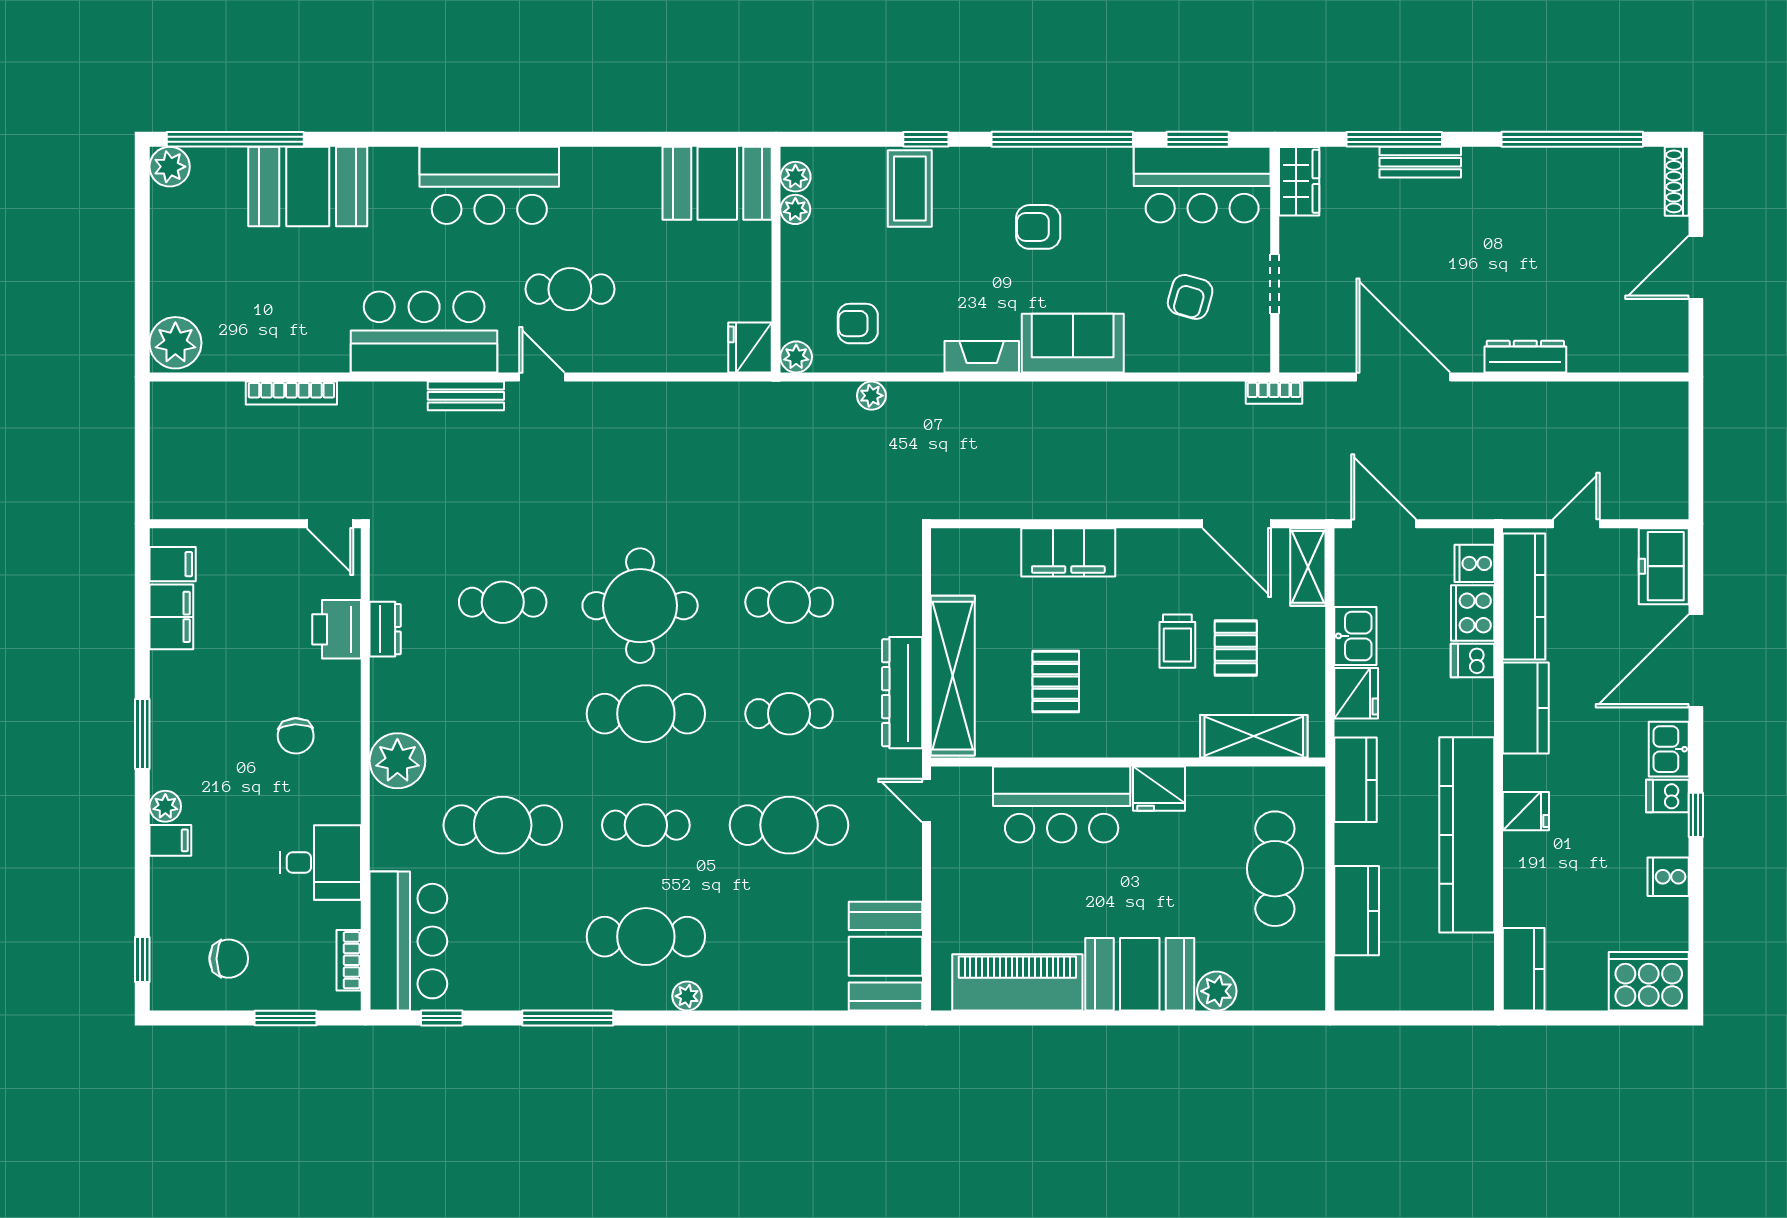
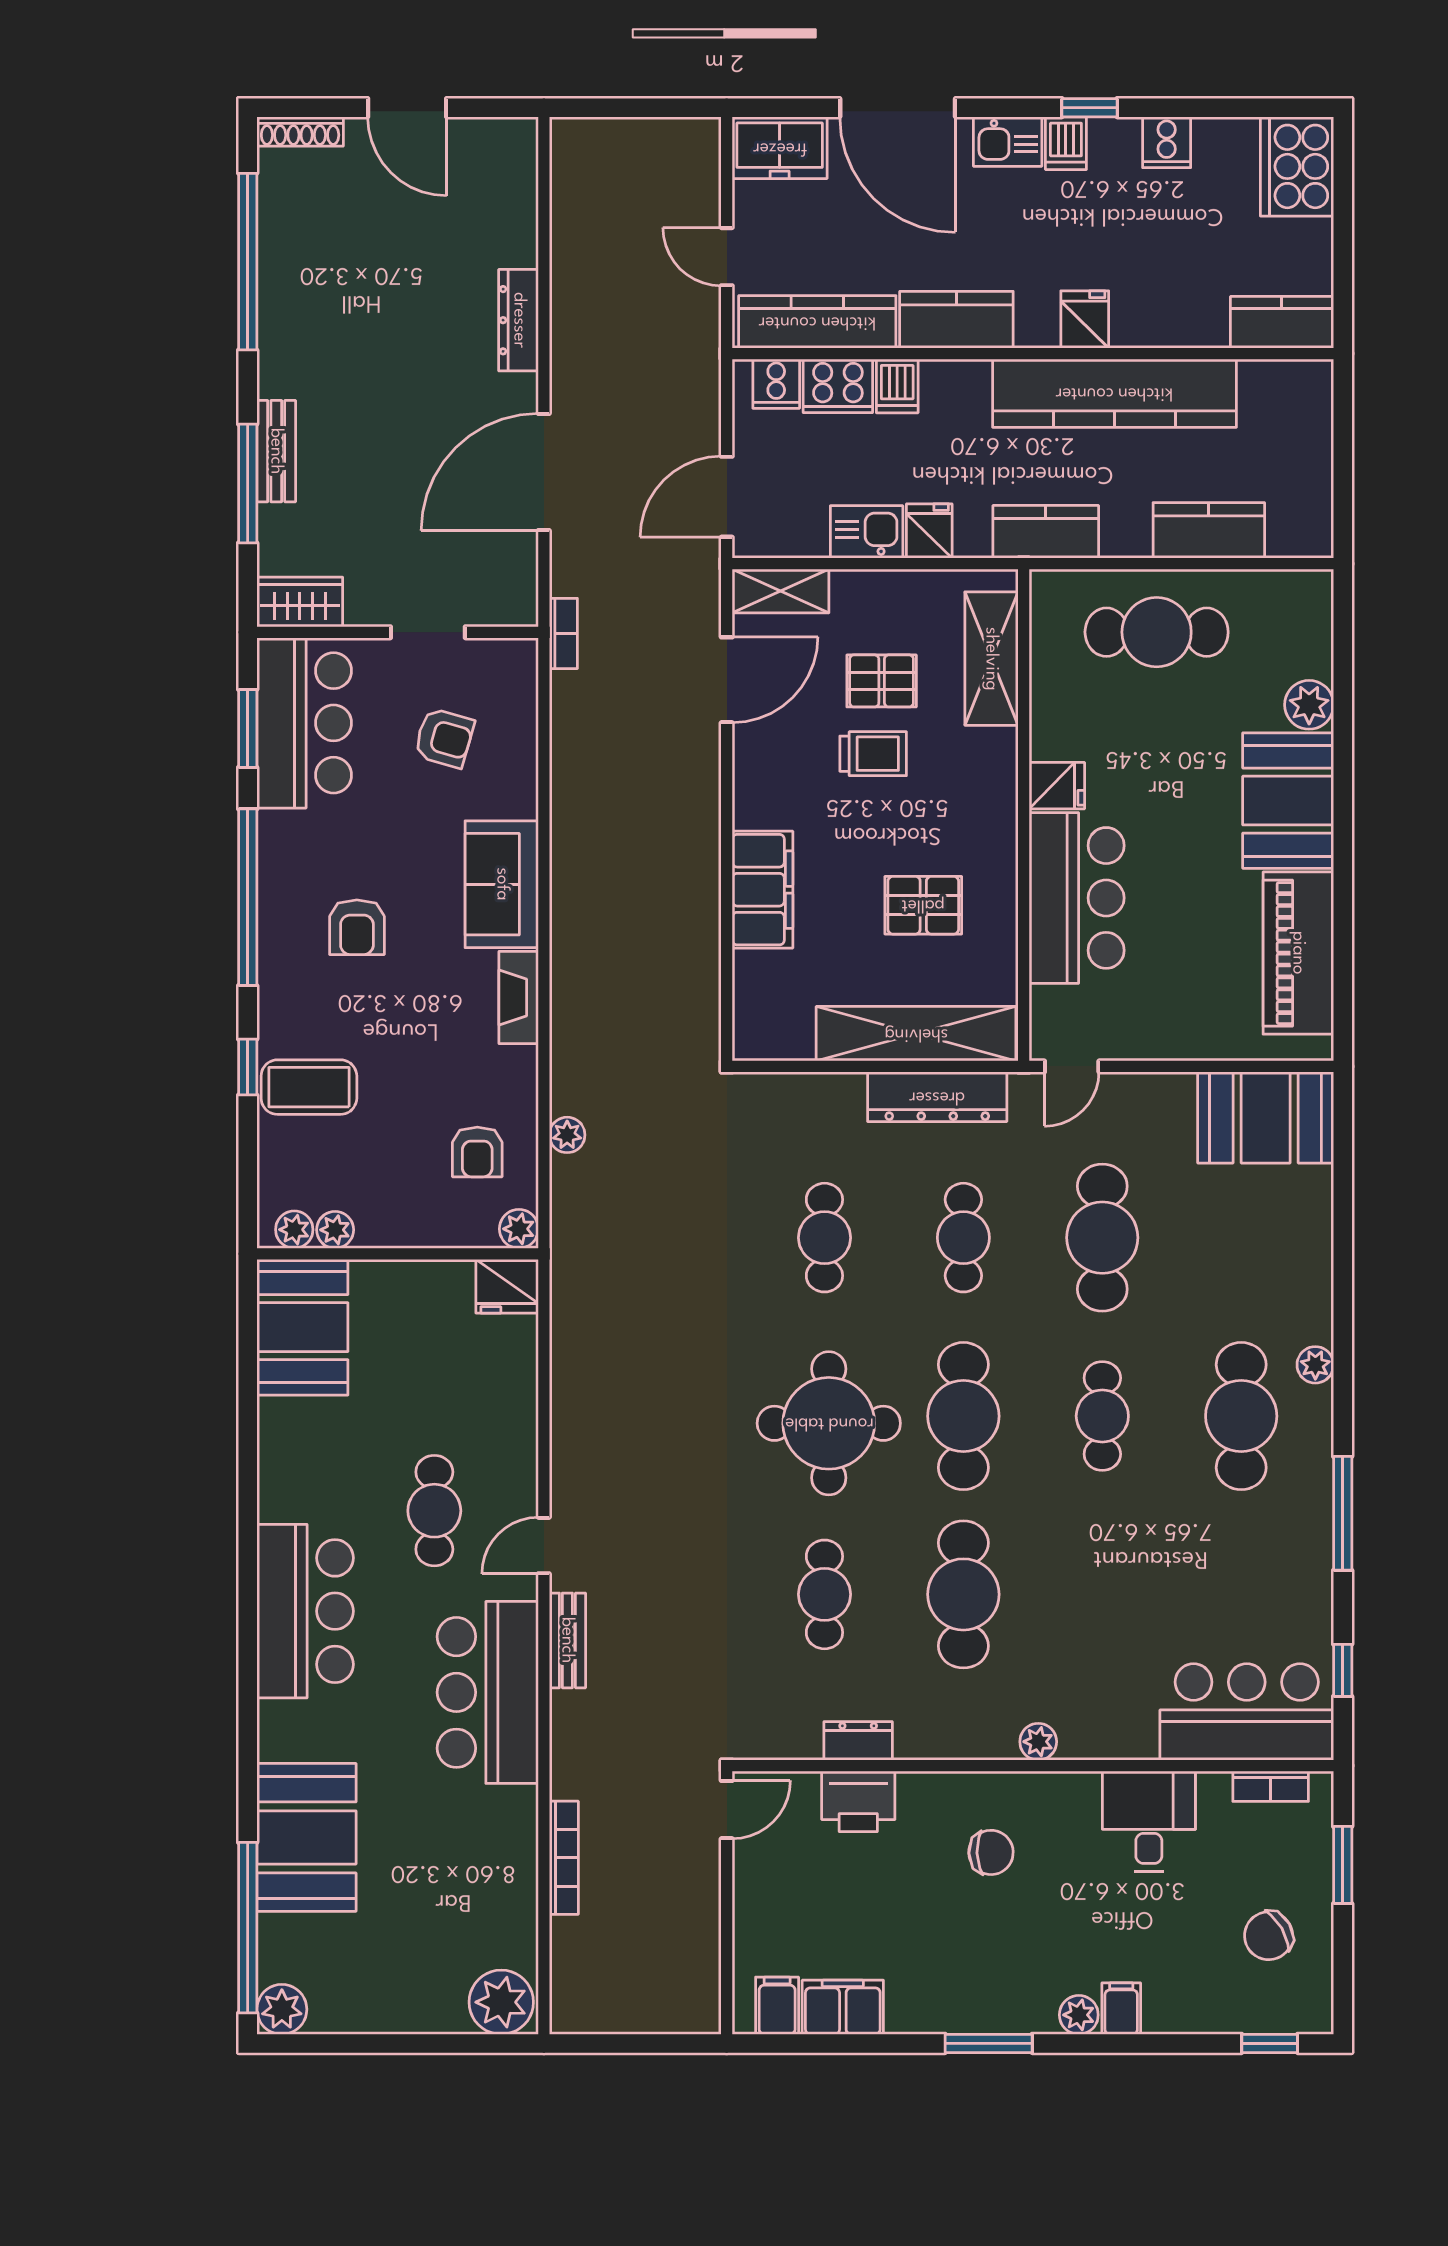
fridge: (1356, 693) -> (929, 531), width x0.72
plant: (397, 761) -> (1038, 1742), width x0.53, depth x0.53
fridge: (1159, 789) -> (1057, 786), width x0.72
cafe table: (503, 825) -> (963, 1594), moved
chair: (229, 959) -> (1269, 1936), turned -120

